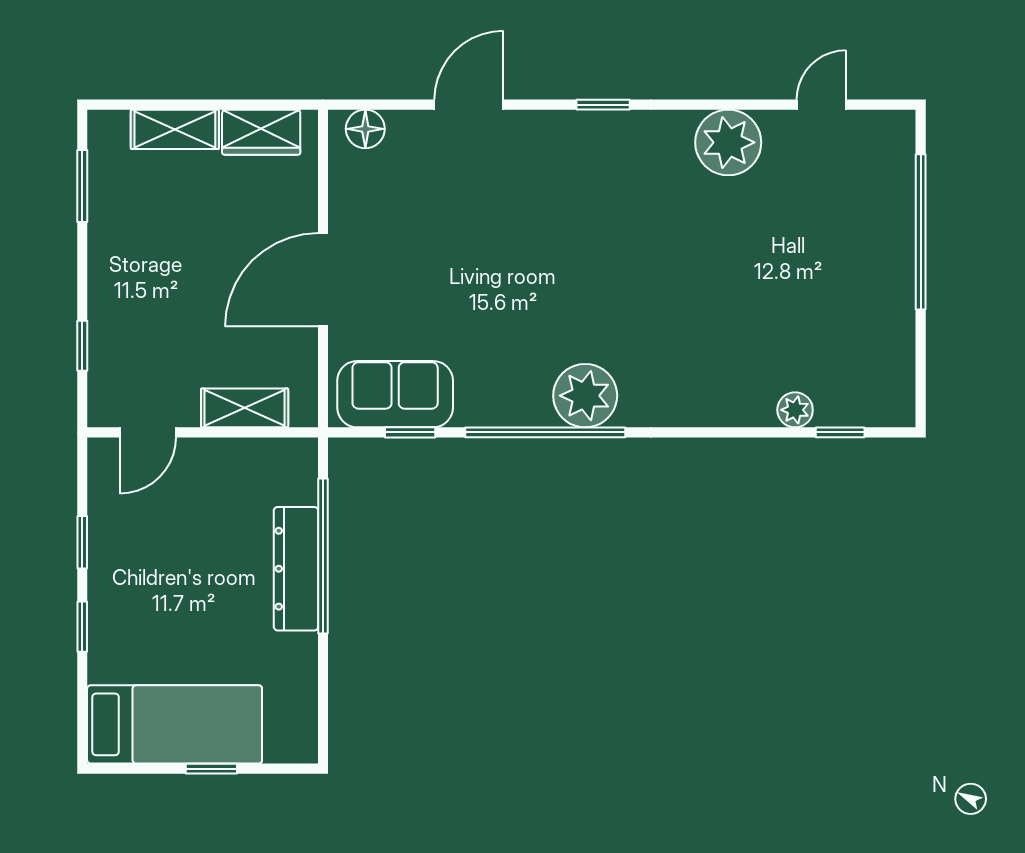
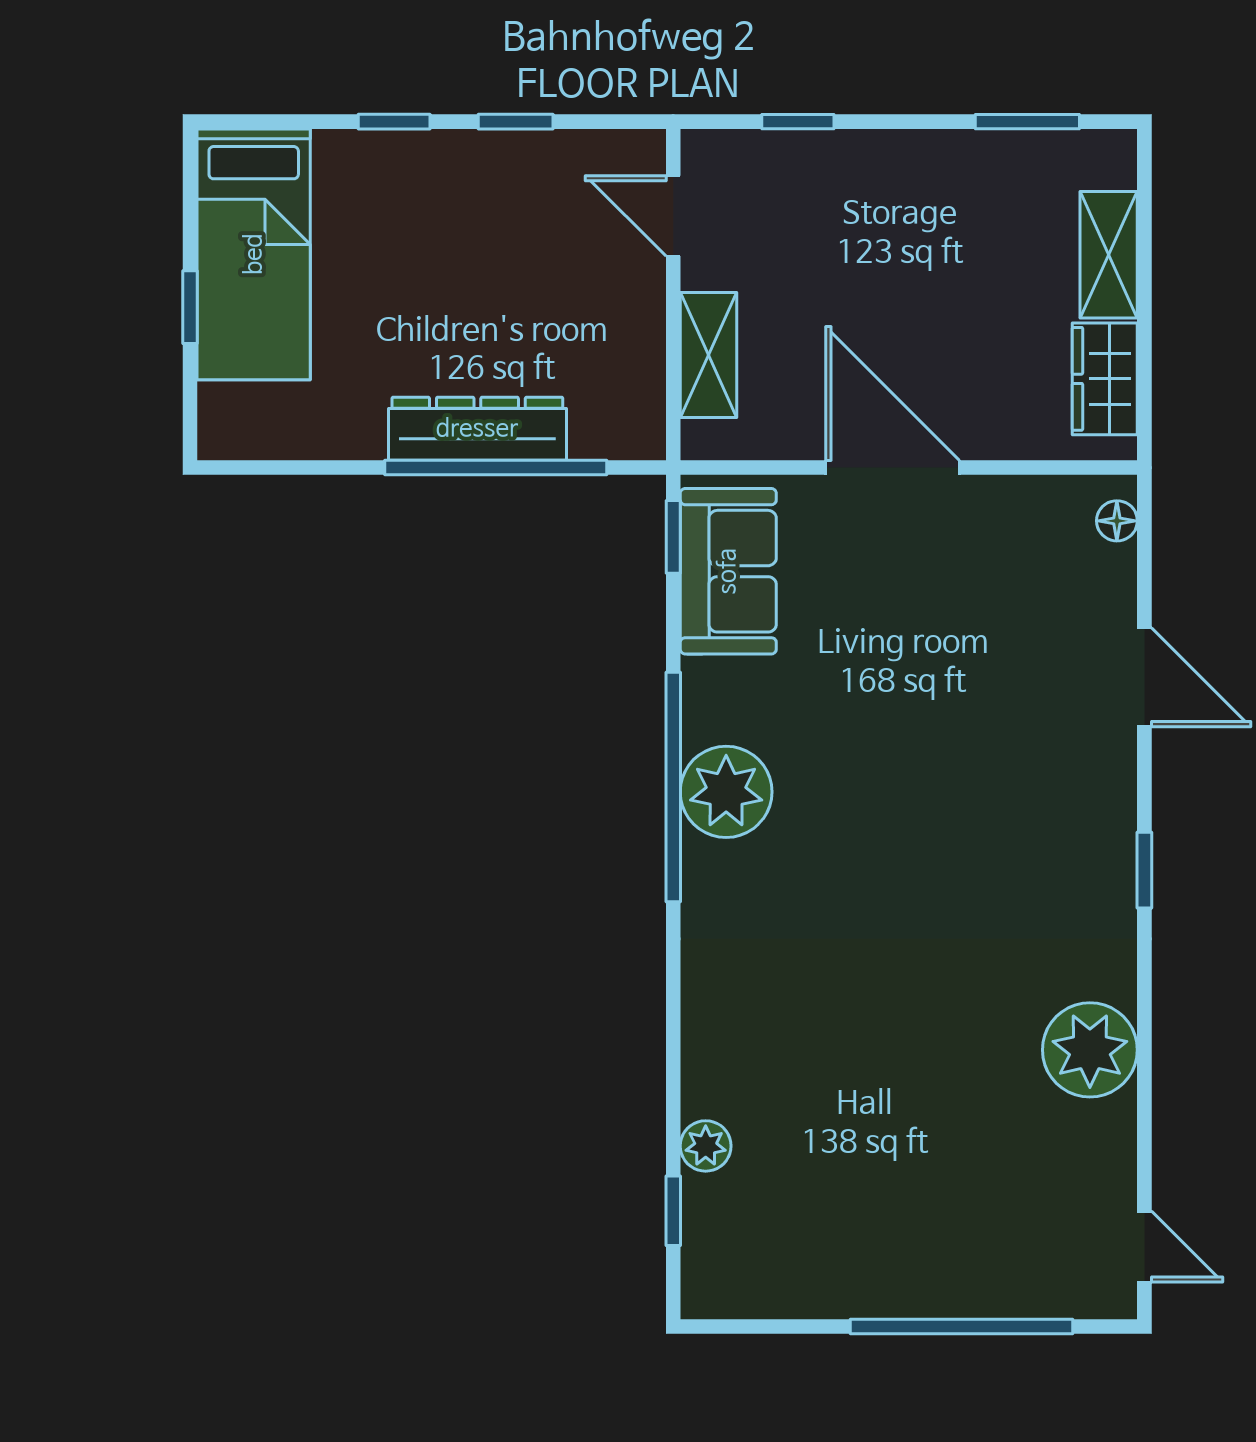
door: (821, 105) -> (1144, 1247), moved
floor lamp: (365, 129) -> (1117, 521), width x0.73, depth x0.73
plant: (585, 396) -> (726, 792), moved
window: (410, 432) -> (673, 537), moved

